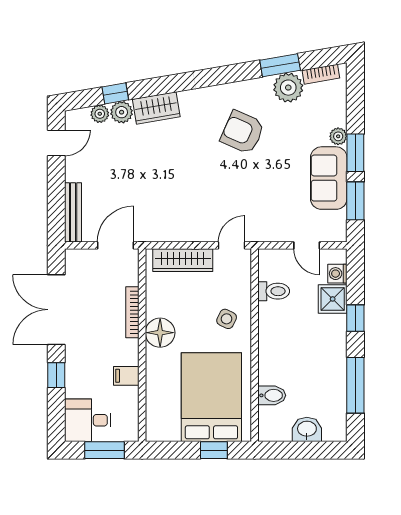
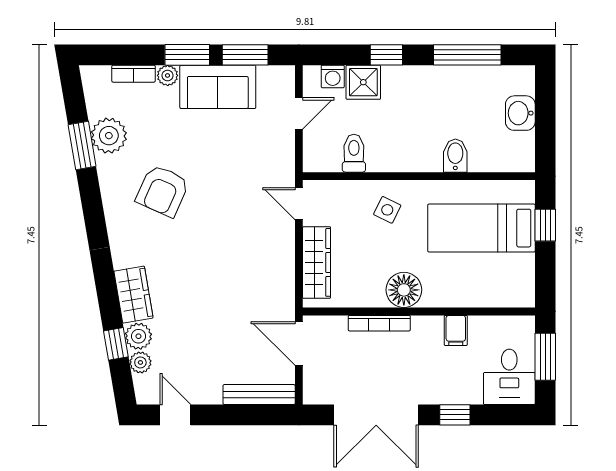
bookcase: (321, 74) -> (134, 74), moved, turned 100
bidet: (272, 395) -> (455, 156), moved
bed: (211, 397) -> (481, 228), width x0.67

